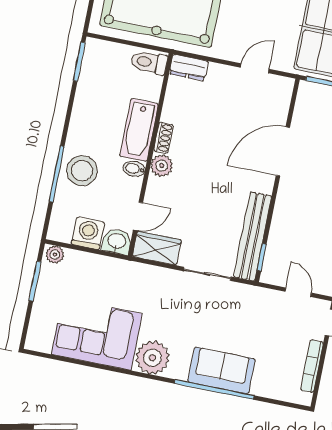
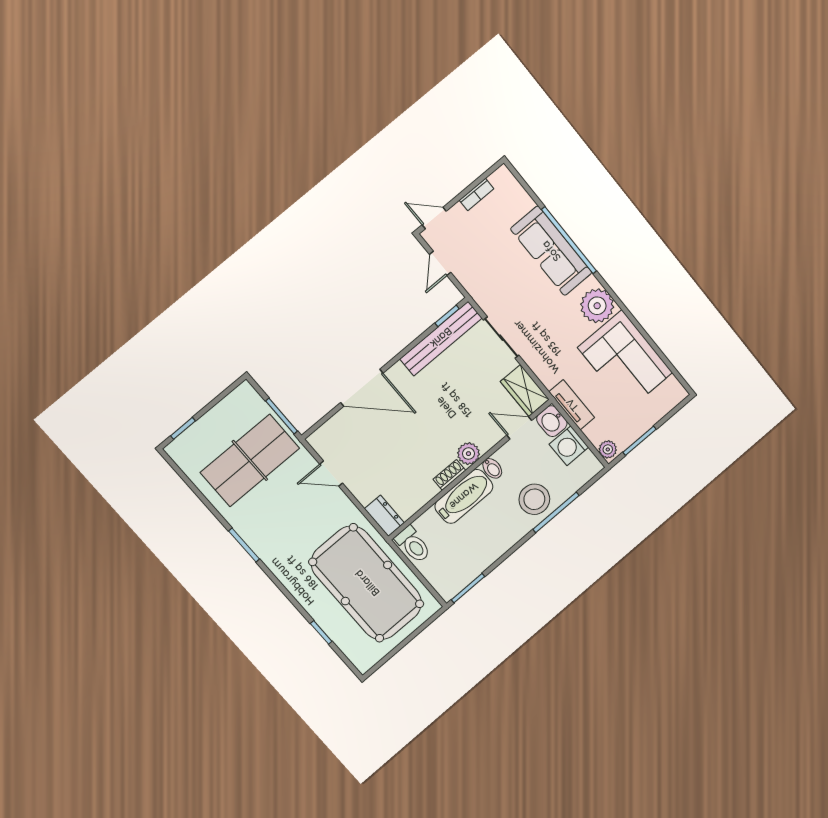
tv unit: (111, 266) -> (572, 405), added
bookcase: (312, 366) -> (477, 194), width x0.64
sofa: (221, 370) -> (551, 251), width x1.36

